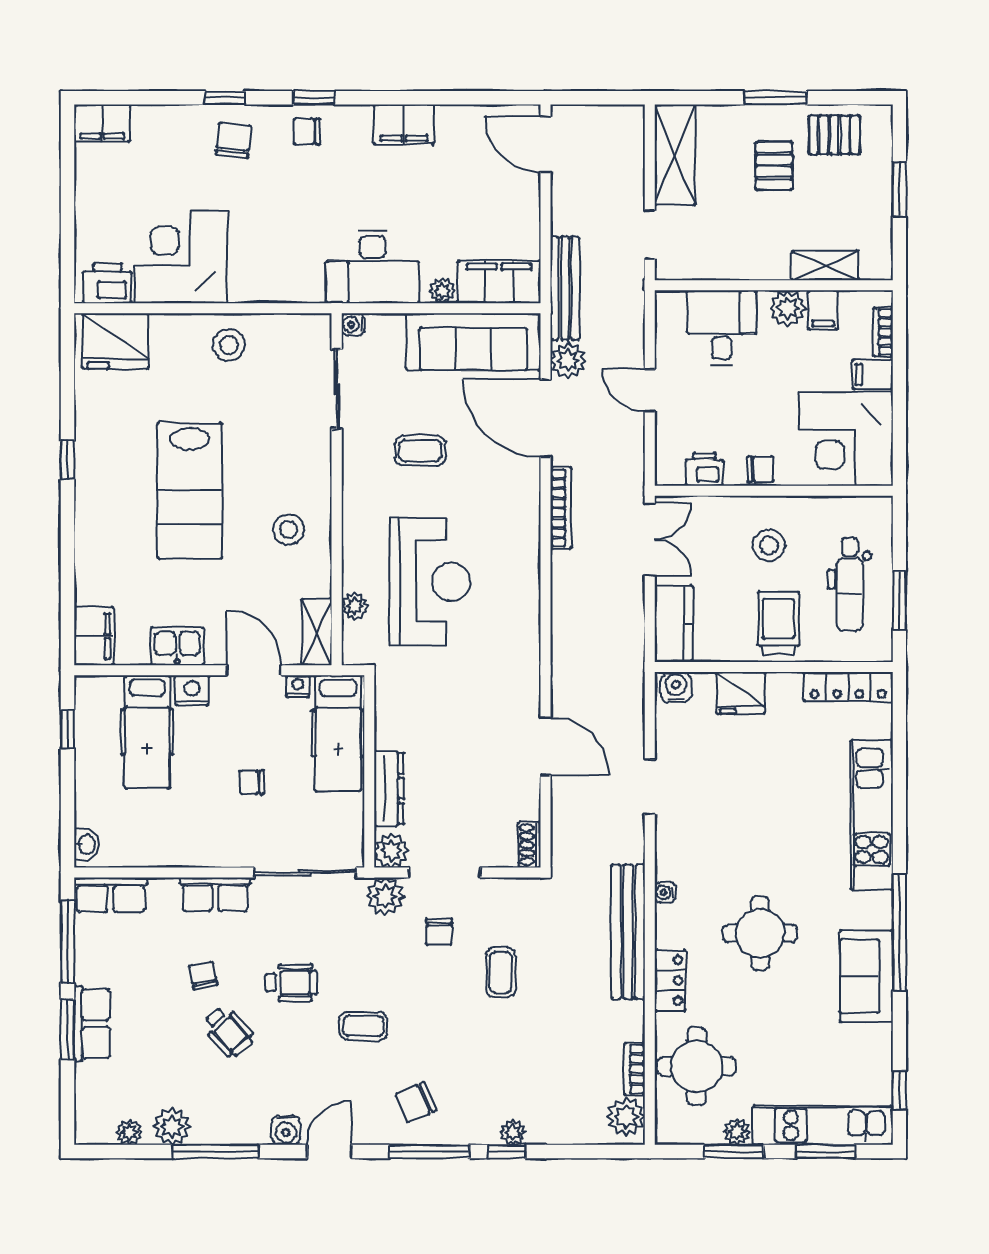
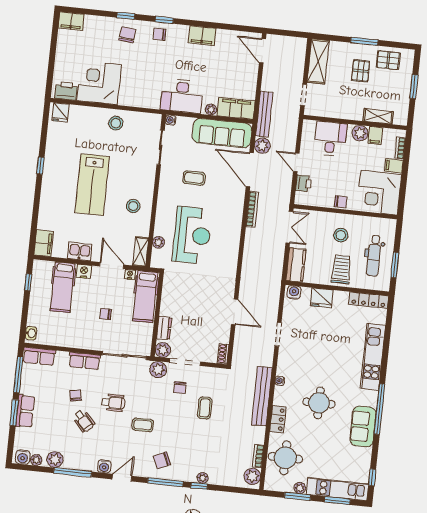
fridge: (115, 341) -> (60, 112), width x0.53, depth x0.75
printer: (704, 469) -> (304, 183), moved, turned 90
dresser: (389, 788) -> (164, 328), width x0.70
water cooler: (98, 1129) -> (23, 457), added

